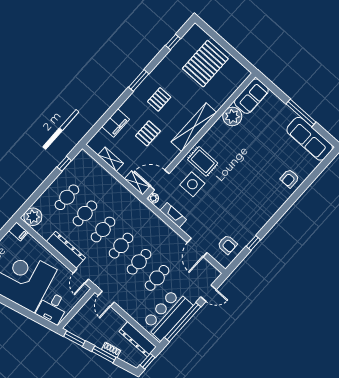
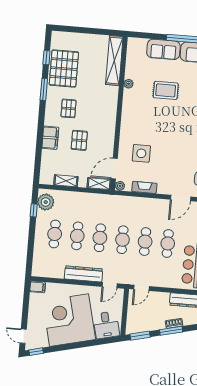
pallet: (205, 64) -> (64, 69), moved
window: (139, 80) -> (44, 89), moved
sofa: (251, 96) -> (163, 49), moved, turned 90
plant: (232, 116) -> (129, 84), width x0.53, depth x0.53
filing cabinet: (116, 123) -> (50, 138), moved
shelving: (194, 127) -> (114, 61), moved
rug: (203, 161) -> (166, 90), moved
plant: (33, 217) -> (46, 202), moved
door: (197, 247) -> (181, 198), hinge flipped
door: (81, 276) -> (110, 285), hinge flipped
door: (106, 299) -> (141, 288), hinge flipped

